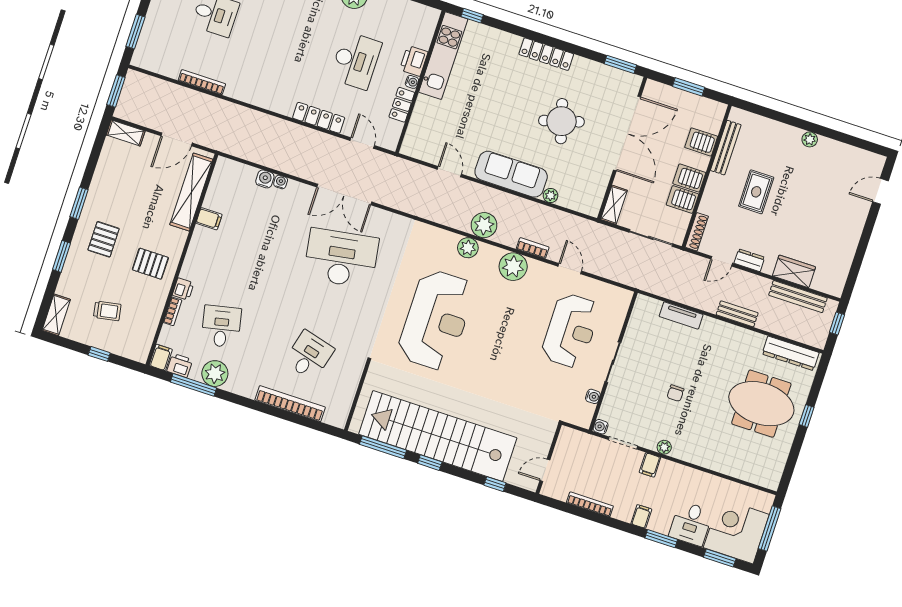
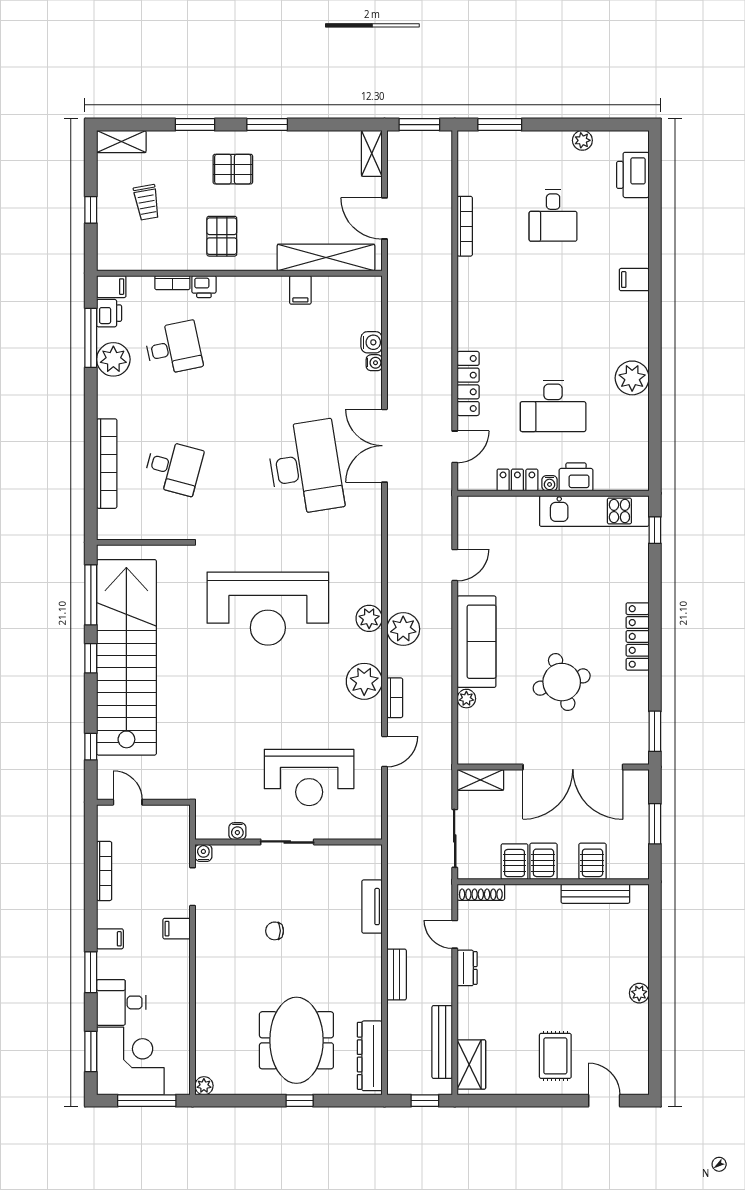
rug: (756, 192) -> (555, 1056), moved, turned 90
wardrobe: (794, 271) -> (471, 1064), moved
plant: (664, 447) -> (204, 1086), moved

